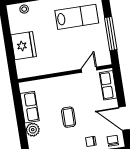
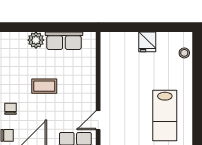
fridge: (24, 46) -> (147, 42), width x0.53, depth x0.75
door: (89, 70) -> (98, 120), swing flipped

